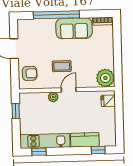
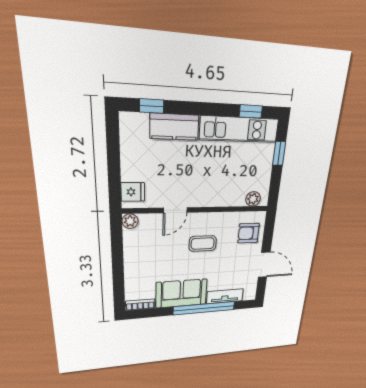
tv unit: (41, 24) -> (225, 296), added
plant: (105, 78) -> (130, 221), width x0.53, depth x0.53
door: (69, 90) -> (175, 210), moved
plant: (53, 97) -> (253, 199), moved
window: (16, 111) -> (279, 153), moved

